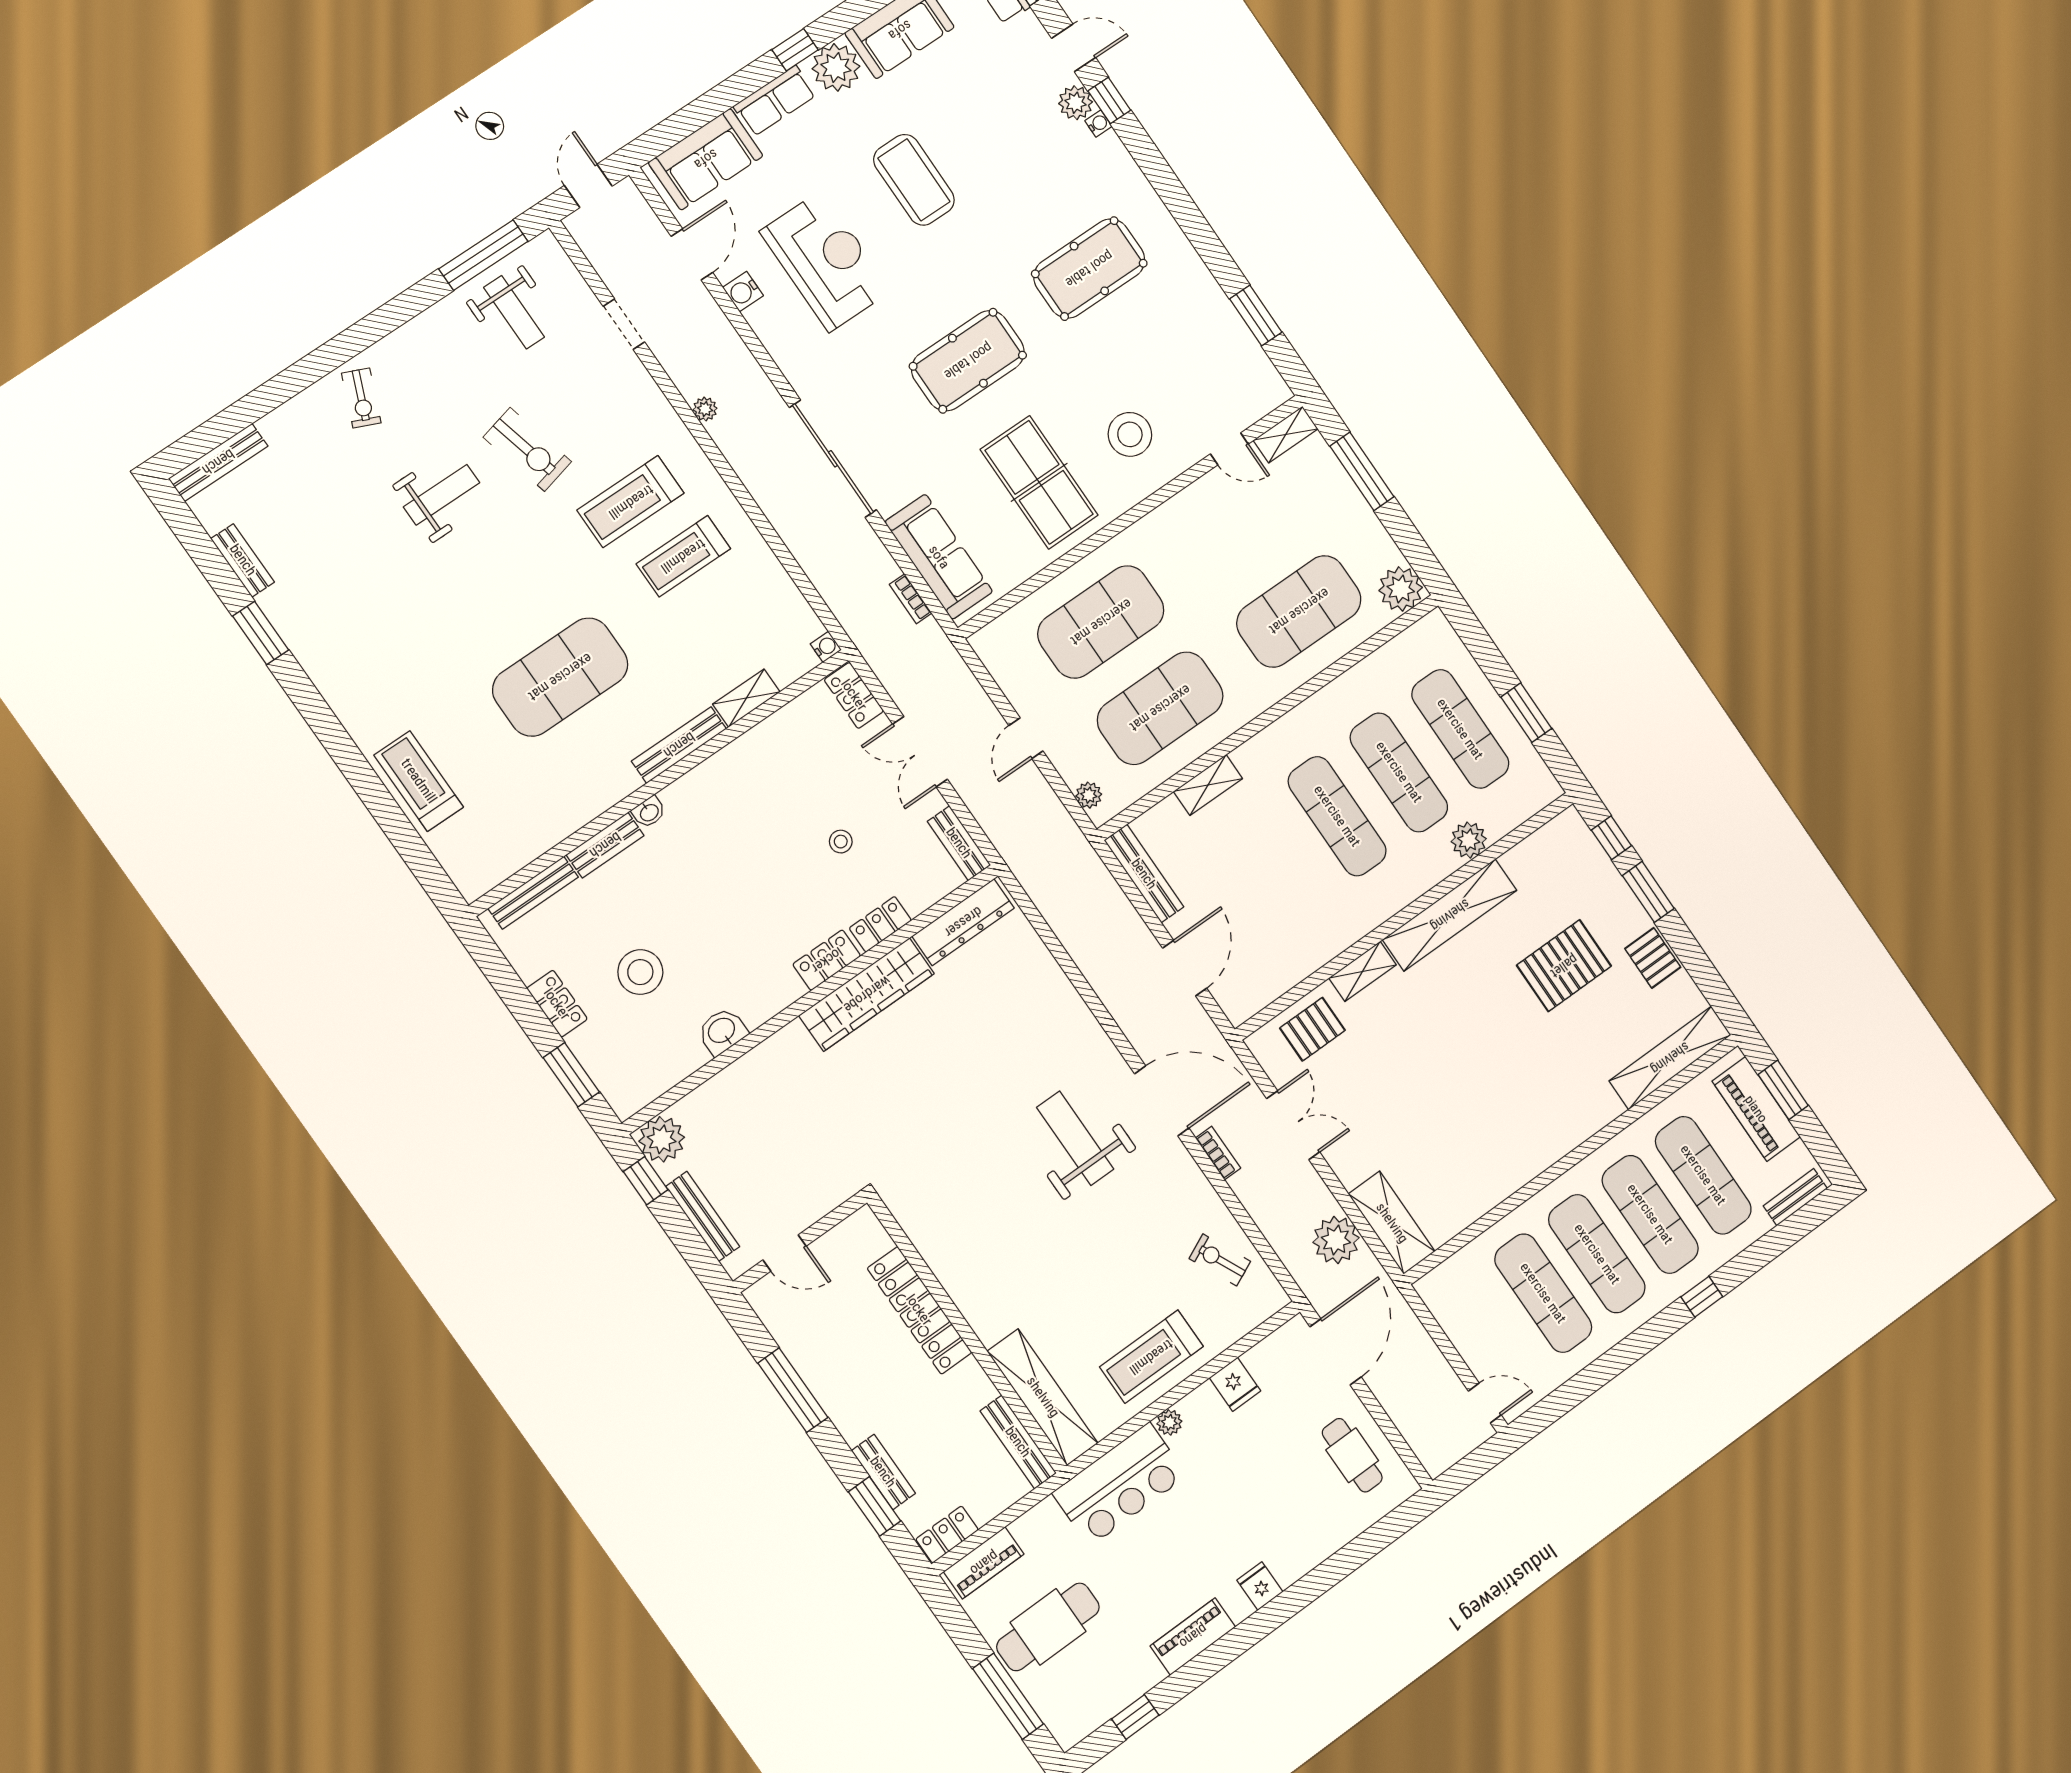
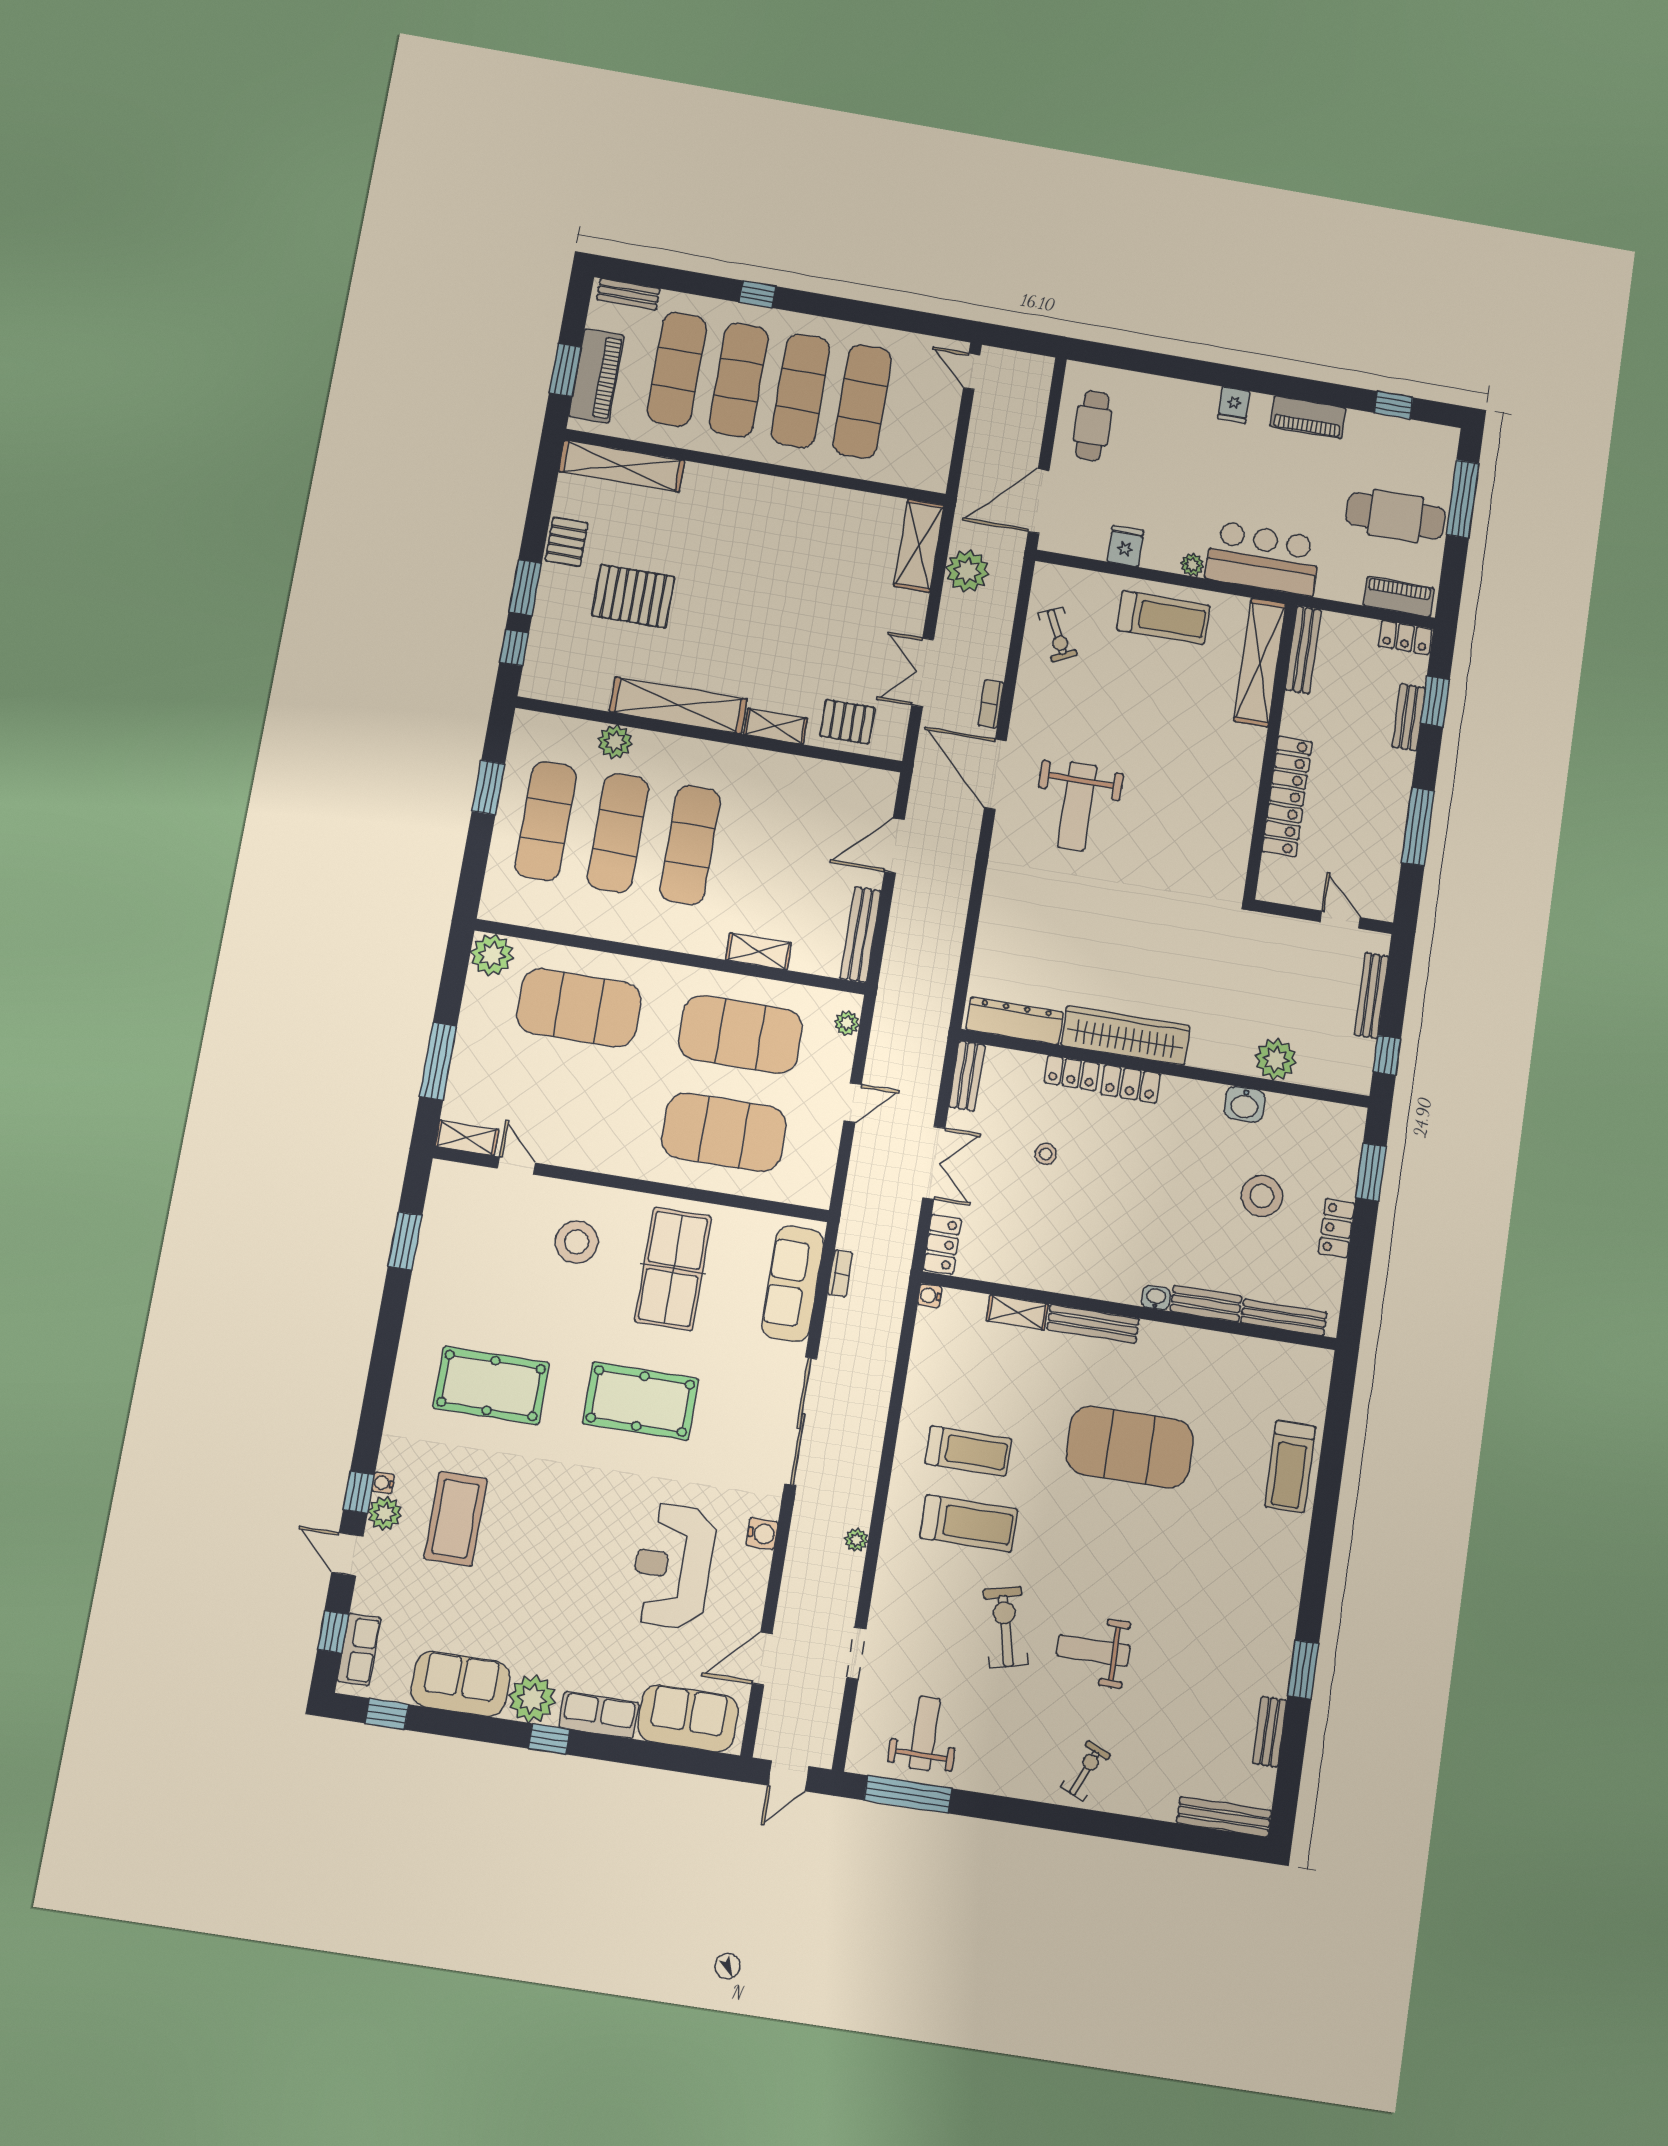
coffee table: (914, 180) -> (456, 1519), moved
water cooler: (743, 292) -> (762, 1534), moved
plant: (662, 1139) -> (1276, 1059), moved

